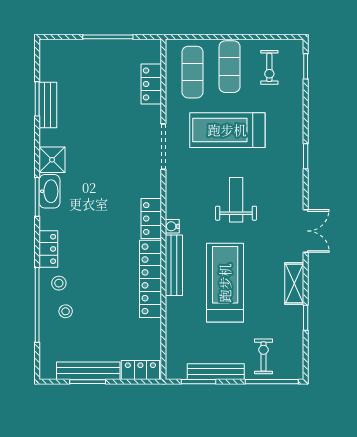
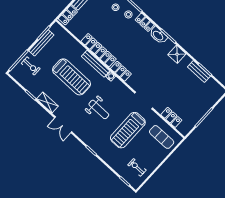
exercise mat: (230, 67) -> (151, 153), removed
treadmill: (227, 130) -> (128, 130), turned 180
washbasin: (49, 191) -> (158, 35), moved

